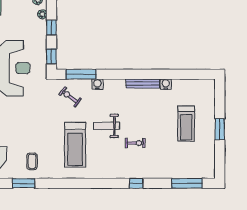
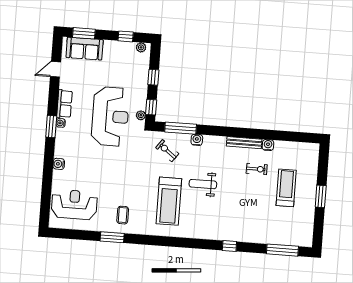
plant: (42, 14) -> (141, 115), moved
treadmill: (186, 124) -> (286, 188), turned 180
exercise bike: (135, 143) -> (257, 169), moved

